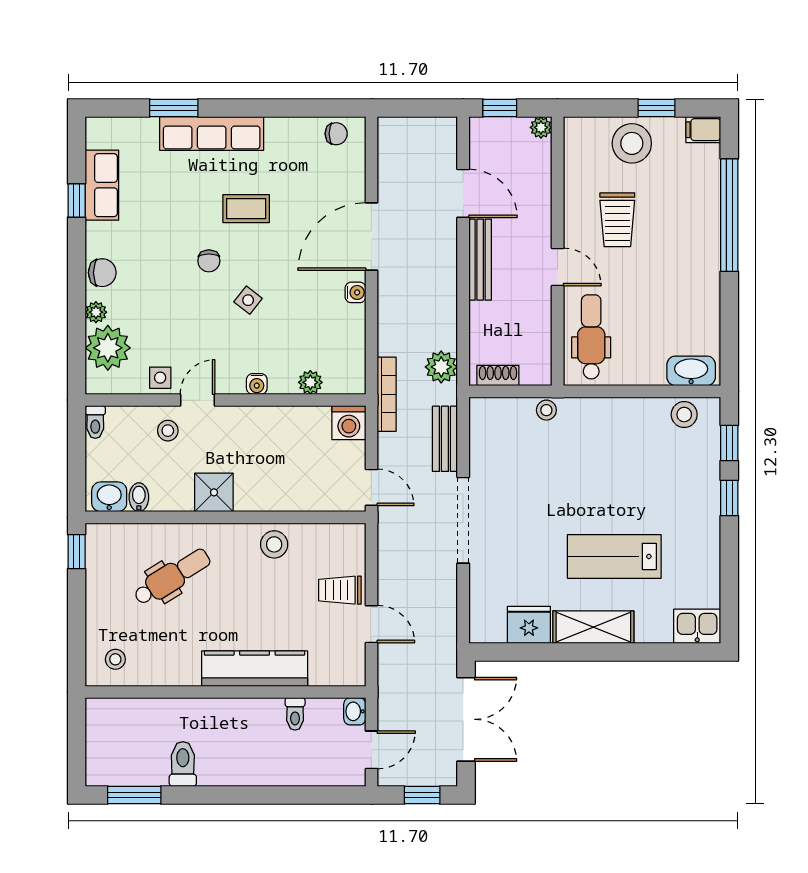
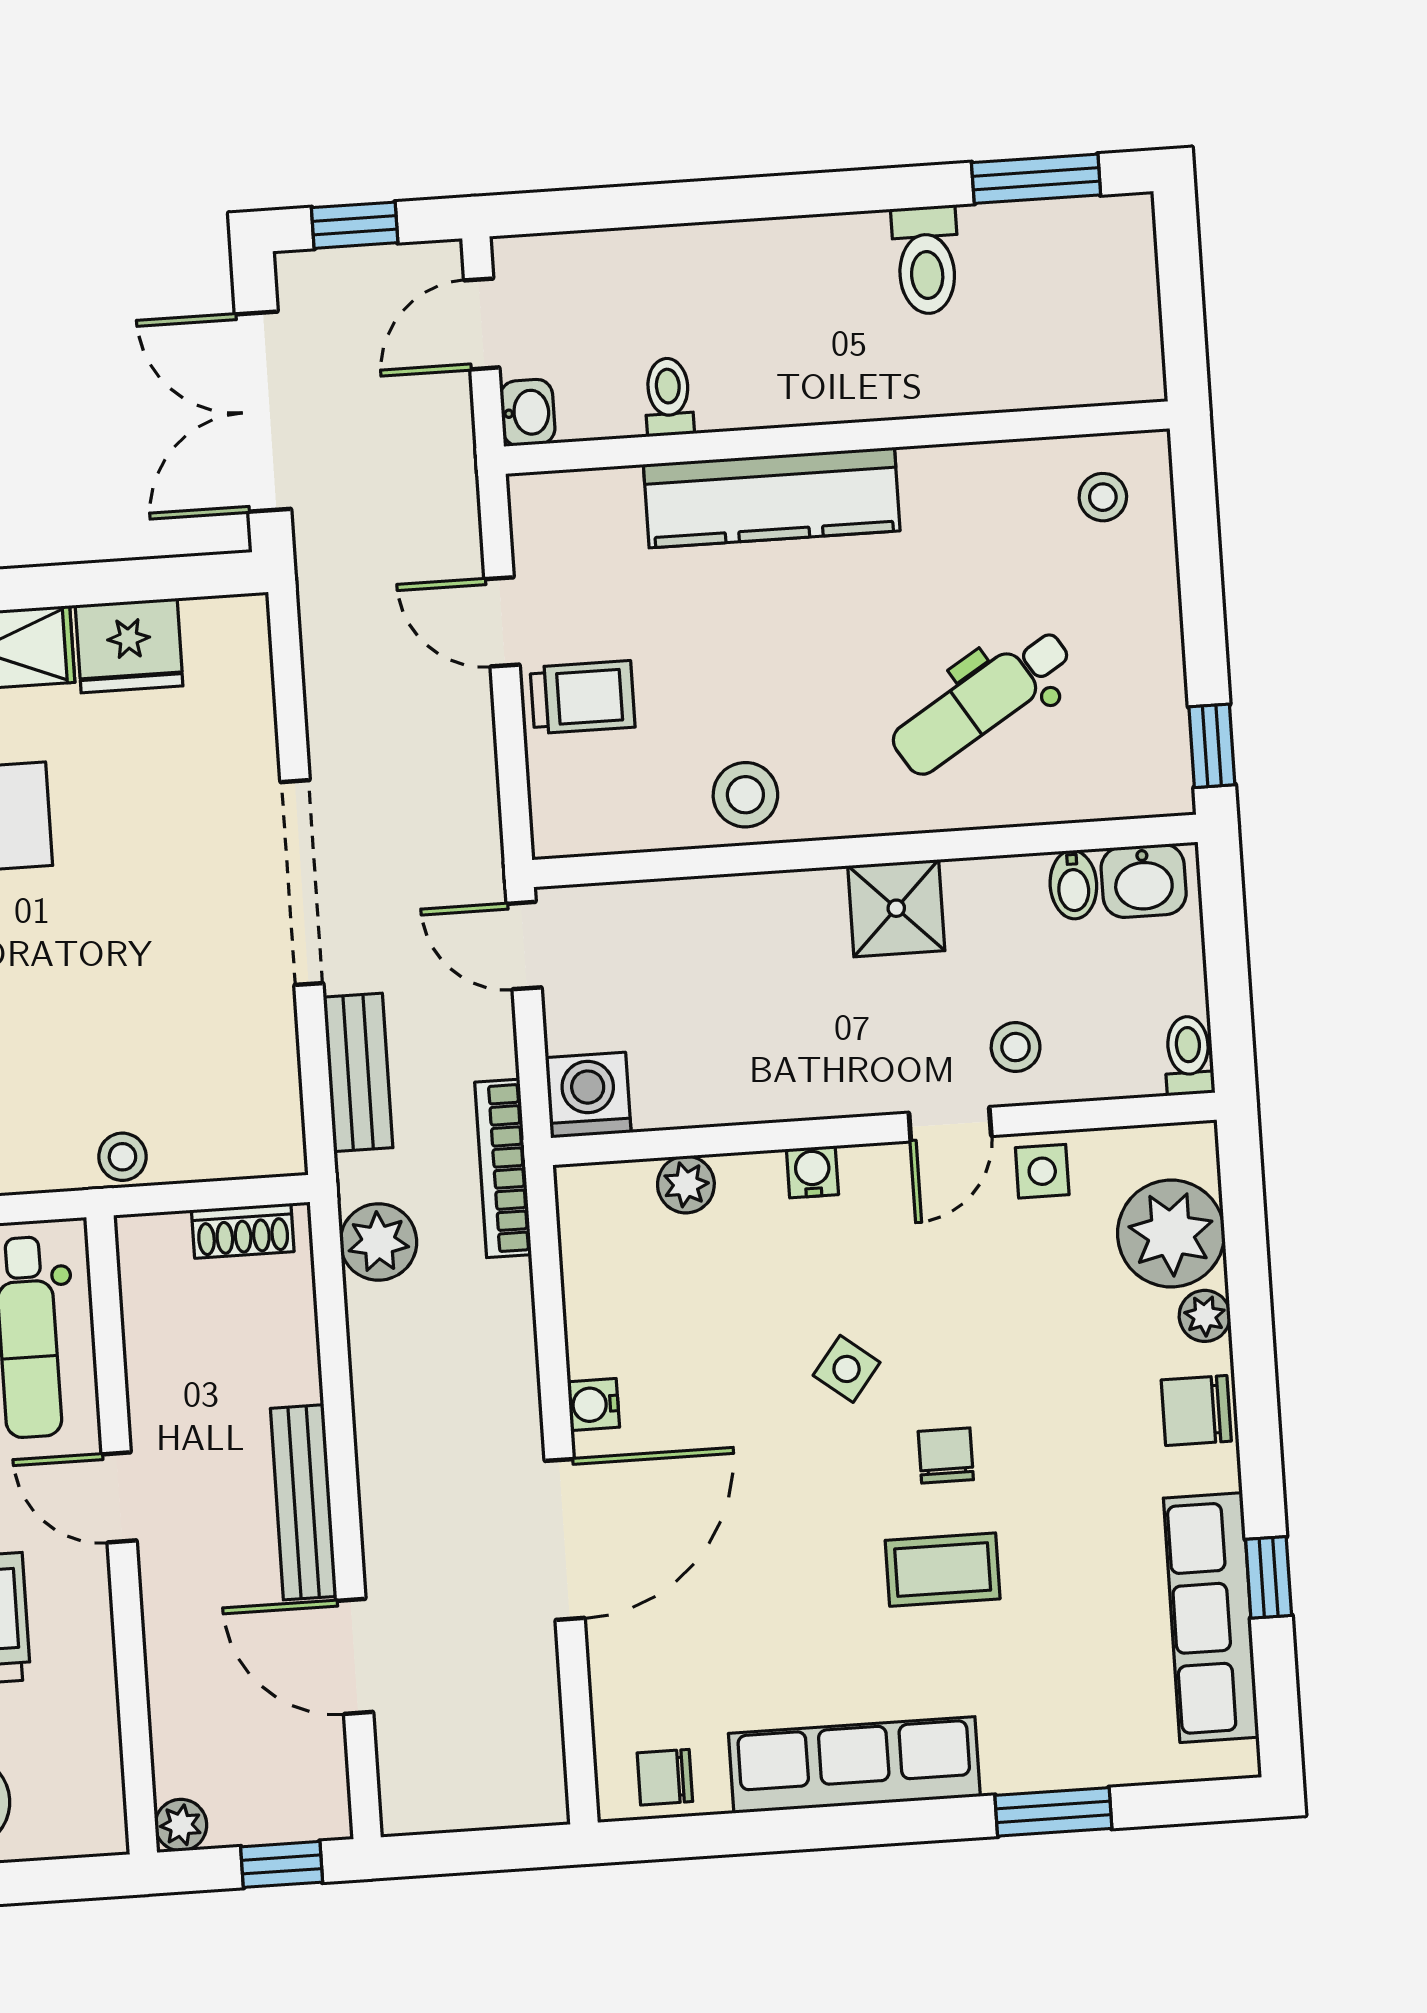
row of seats: (212, 133) -> (854, 1765), moved
row of seats: (102, 185) -> (1211, 1618), width x1.48
coffee table: (246, 209) -> (943, 1570), moved

